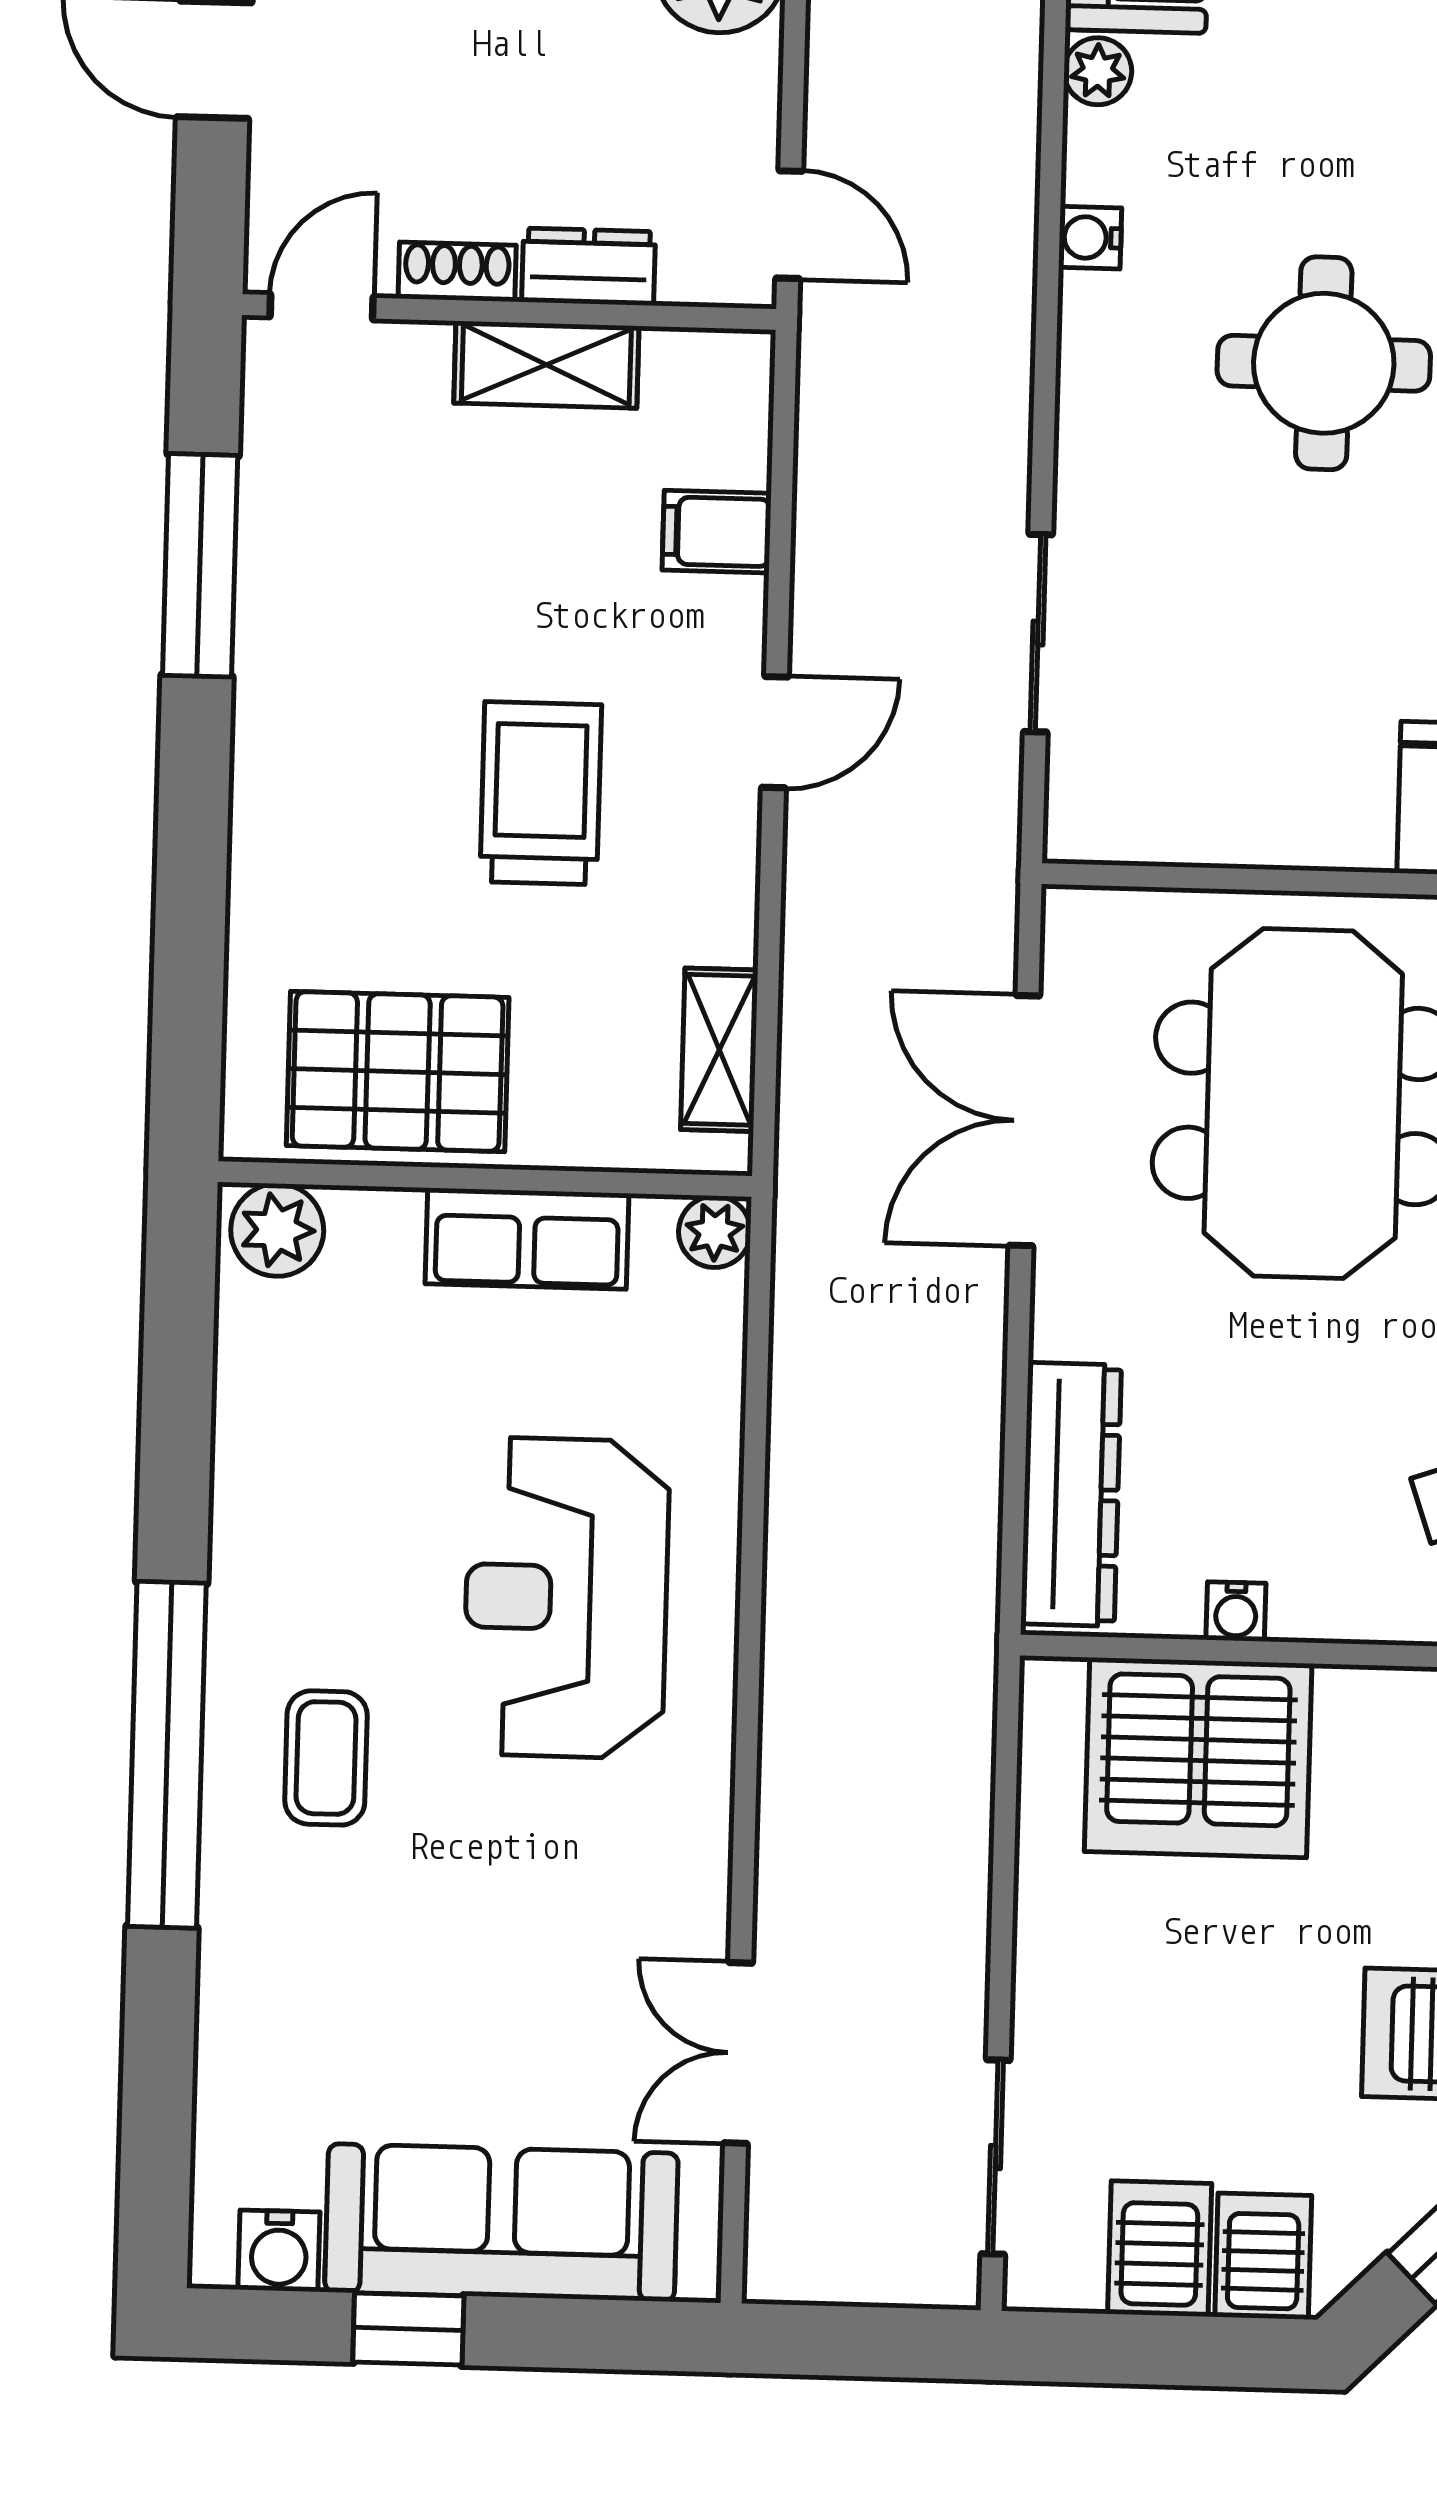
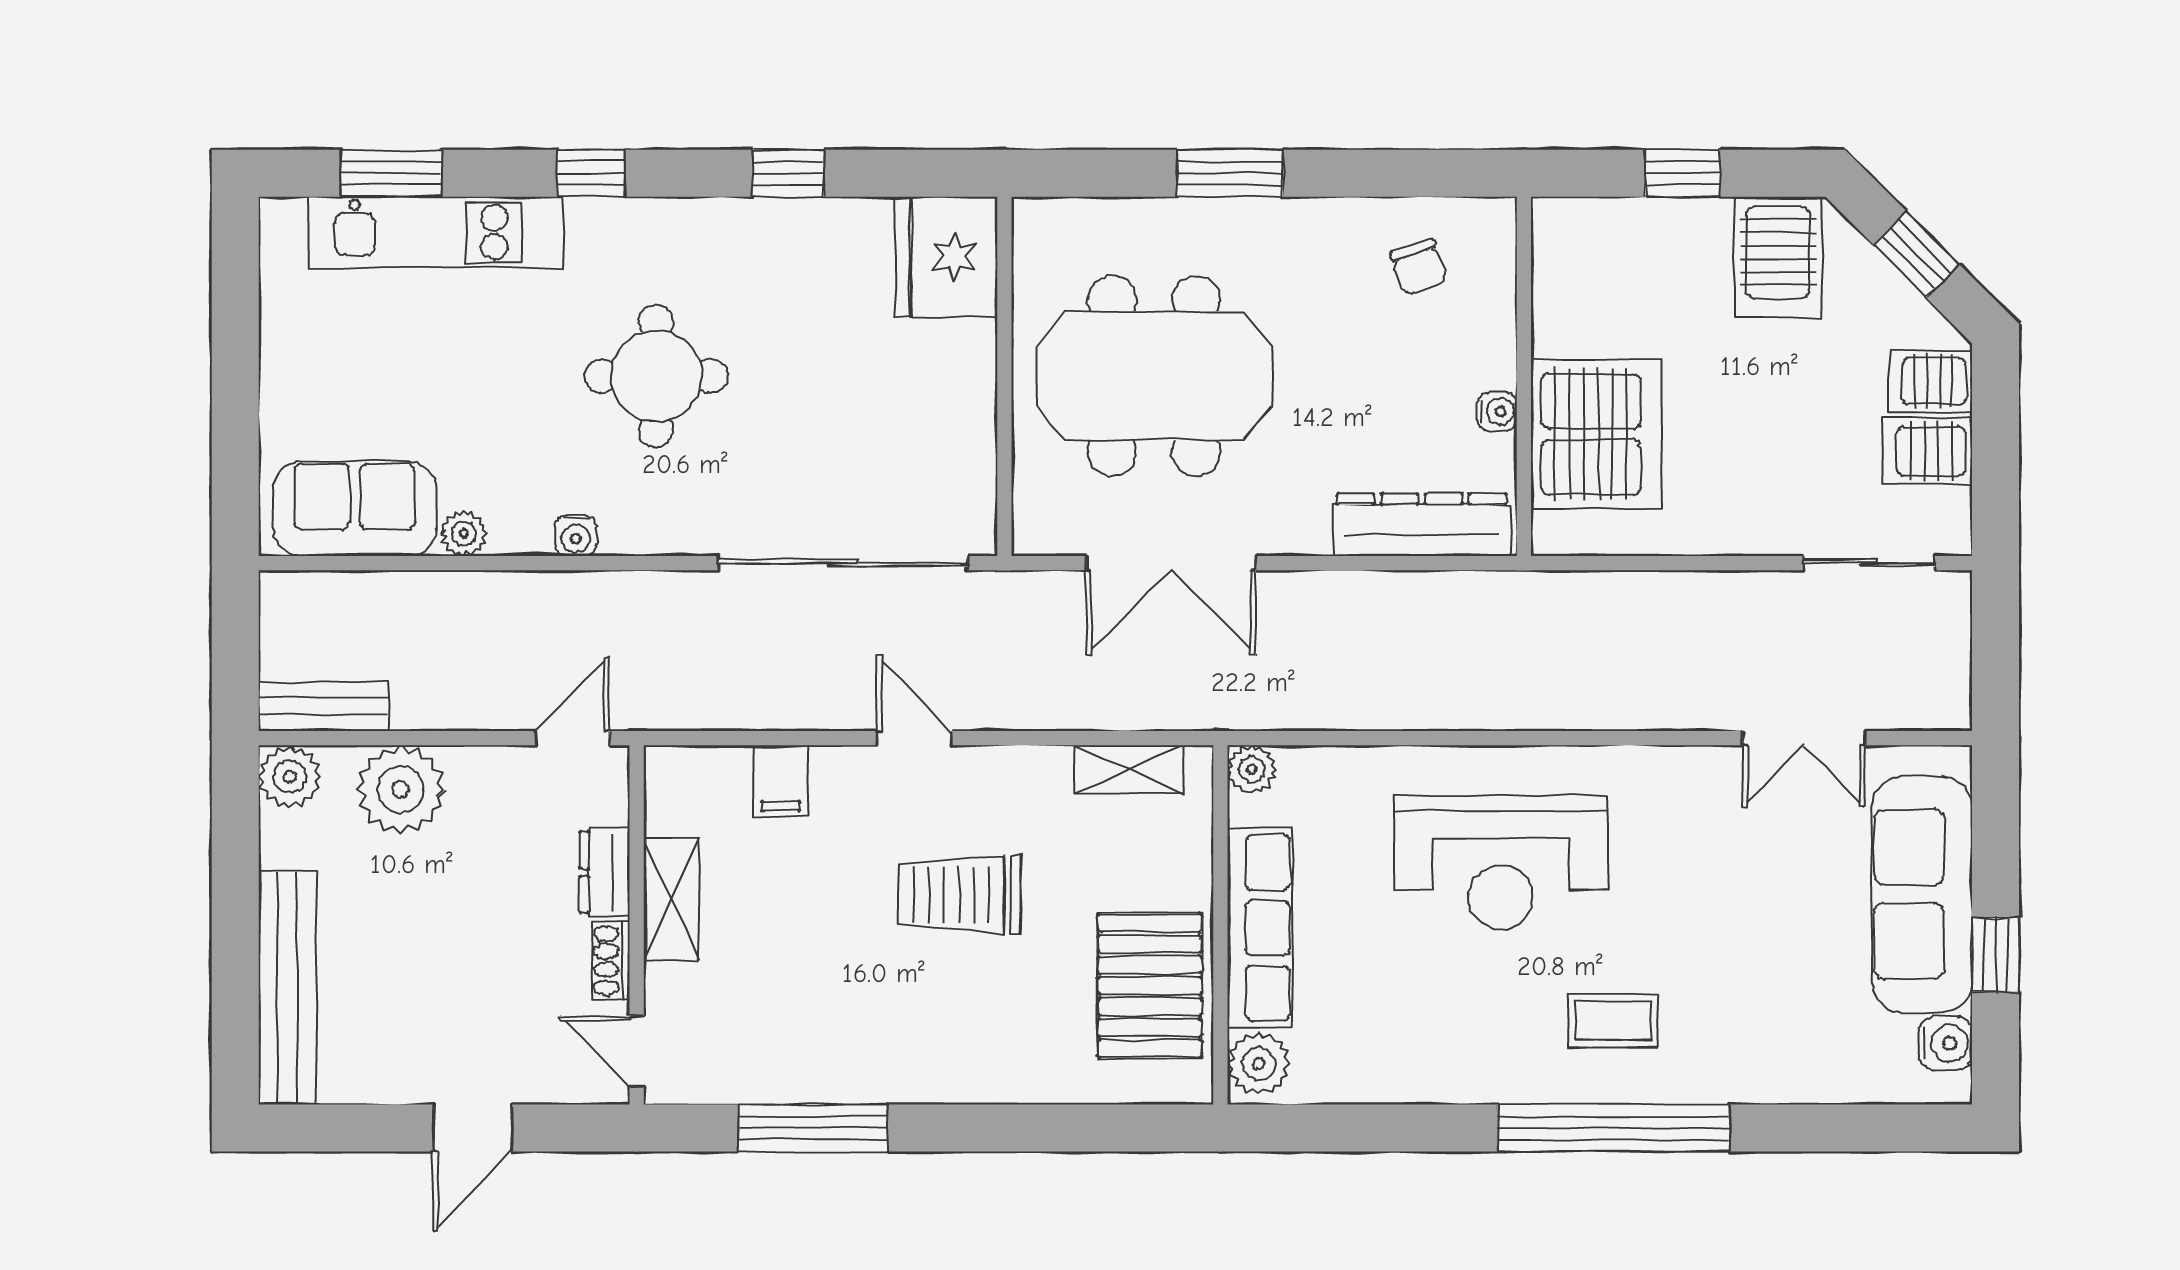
sliding door: (1038, 633) -> (843, 563), width x1.86
row of seats: (527, 1239) -> (1260, 928), width x1.48

